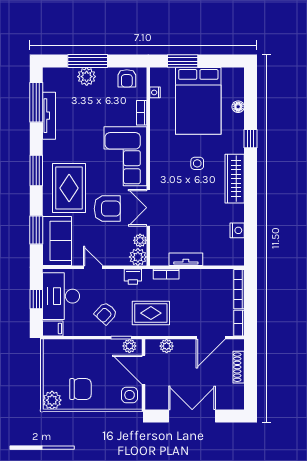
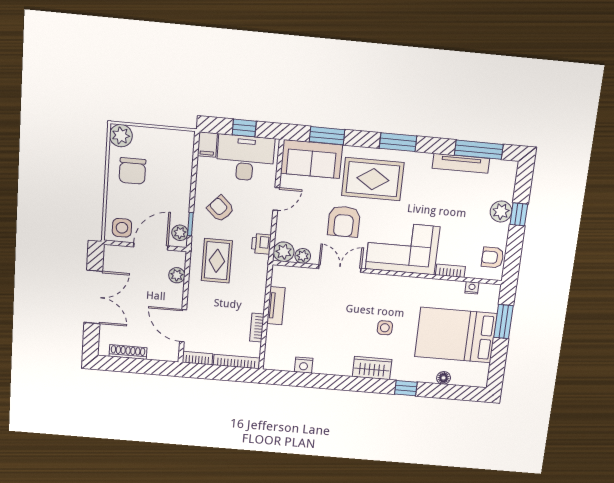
window: (88, 61) -> (519, 214), width x0.46
wardrobe: (235, 179) -> (372, 368), width x0.67
bookcase: (166, 274) -> (257, 327), moved
shoe rack: (239, 367) -> (128, 352), moved

